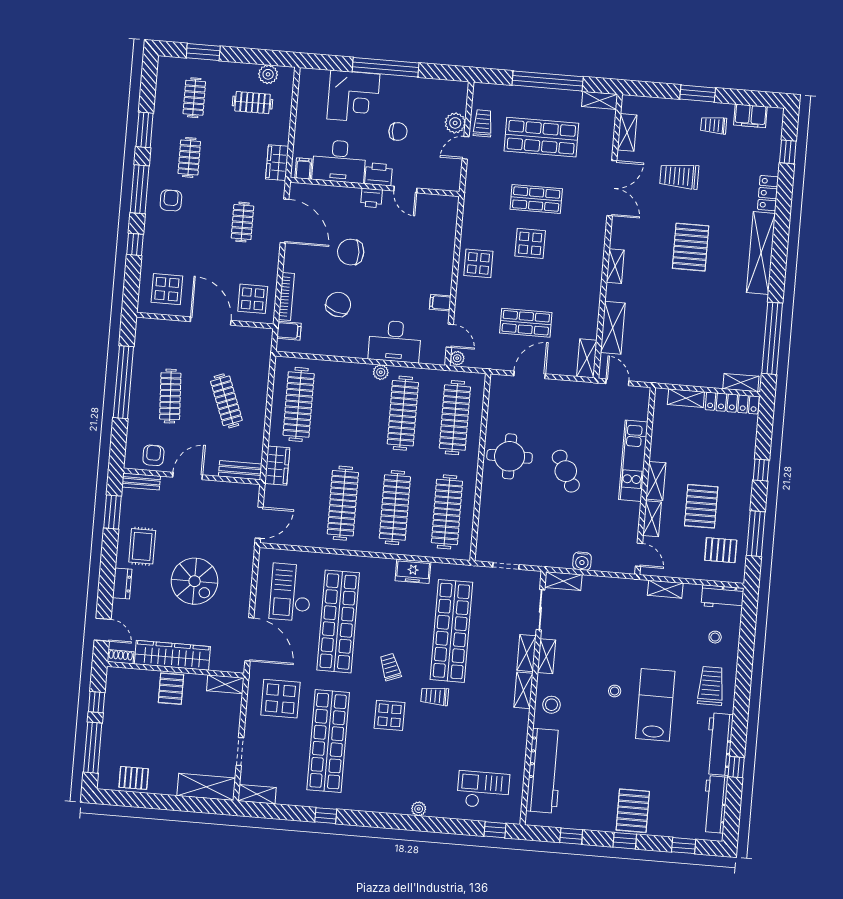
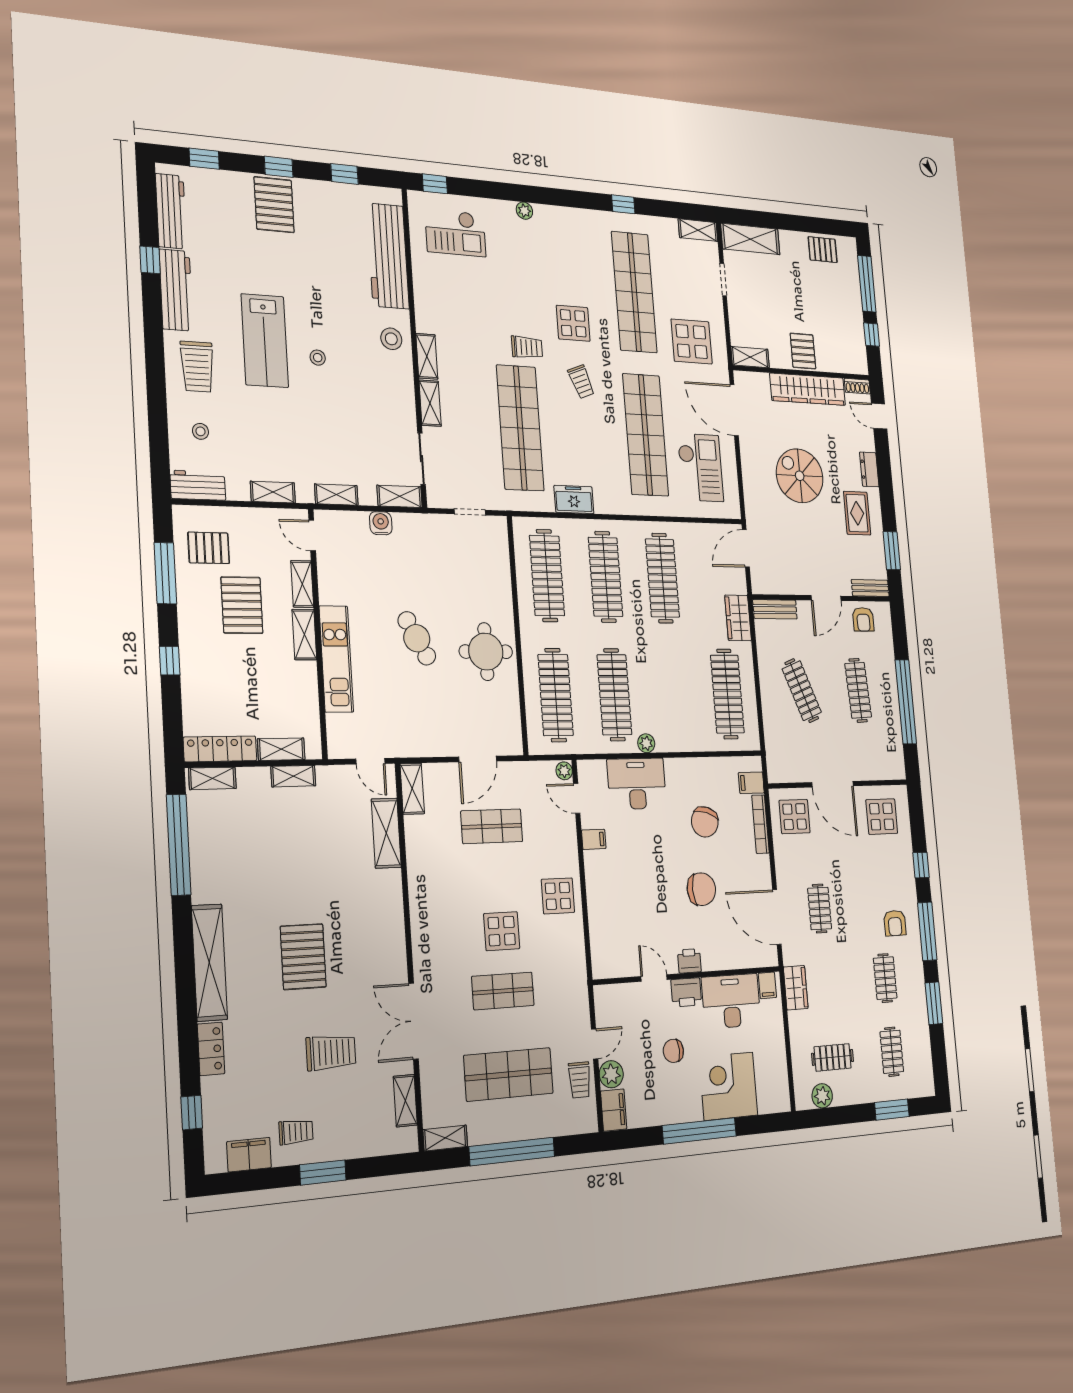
filing cabinet: (458, 96) -> (614, 1110), added
shelving: (615, 266) -> (293, 776), moved, turned 90
shelving: (546, 656) -> (336, 495), moved, turned 90

